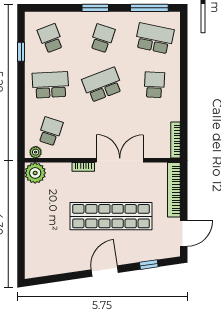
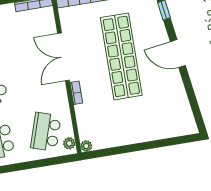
school desk: (50, 131) -> (46, 132), width x1.85
plant: (35, 173) -> (86, 146), width x0.53, depth x0.53

